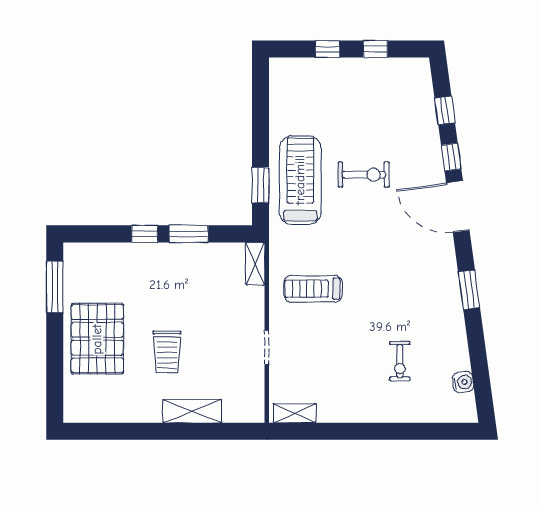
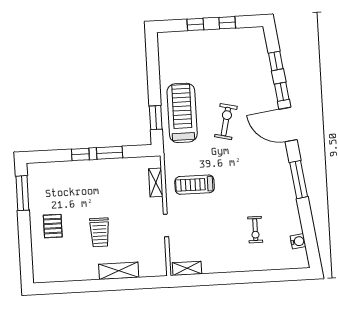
exercise bike: (364, 175) -> (226, 122), moved, turned -77
shelving: (255, 264) -> (156, 182), moved
window: (469, 290) -> (299, 180), width x1.44
pallet: (97, 339) -> (53, 226), width x0.49, depth x0.50

